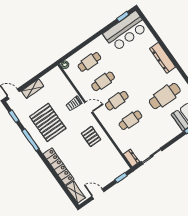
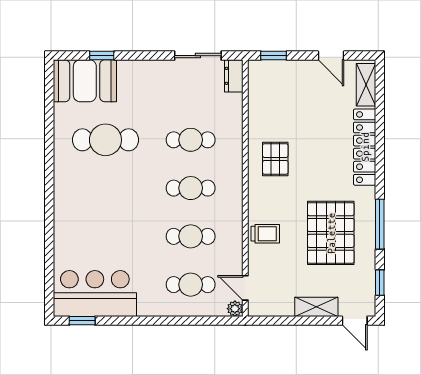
dresser: (163, 58) -> (64, 206), removed
door: (89, 107) -> (245, 288), moved

